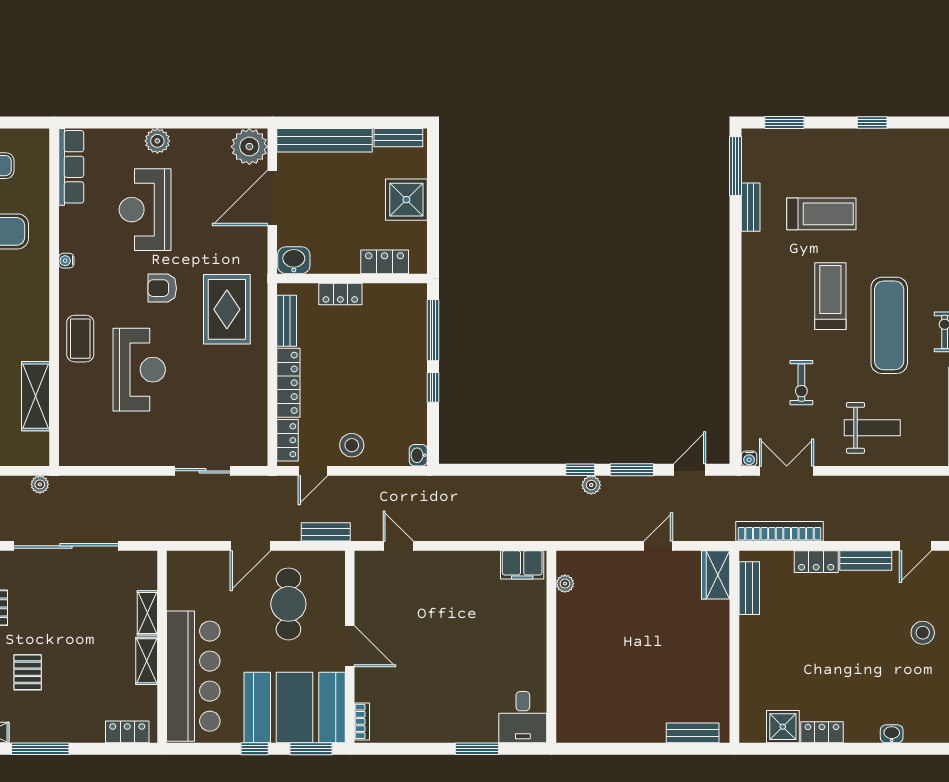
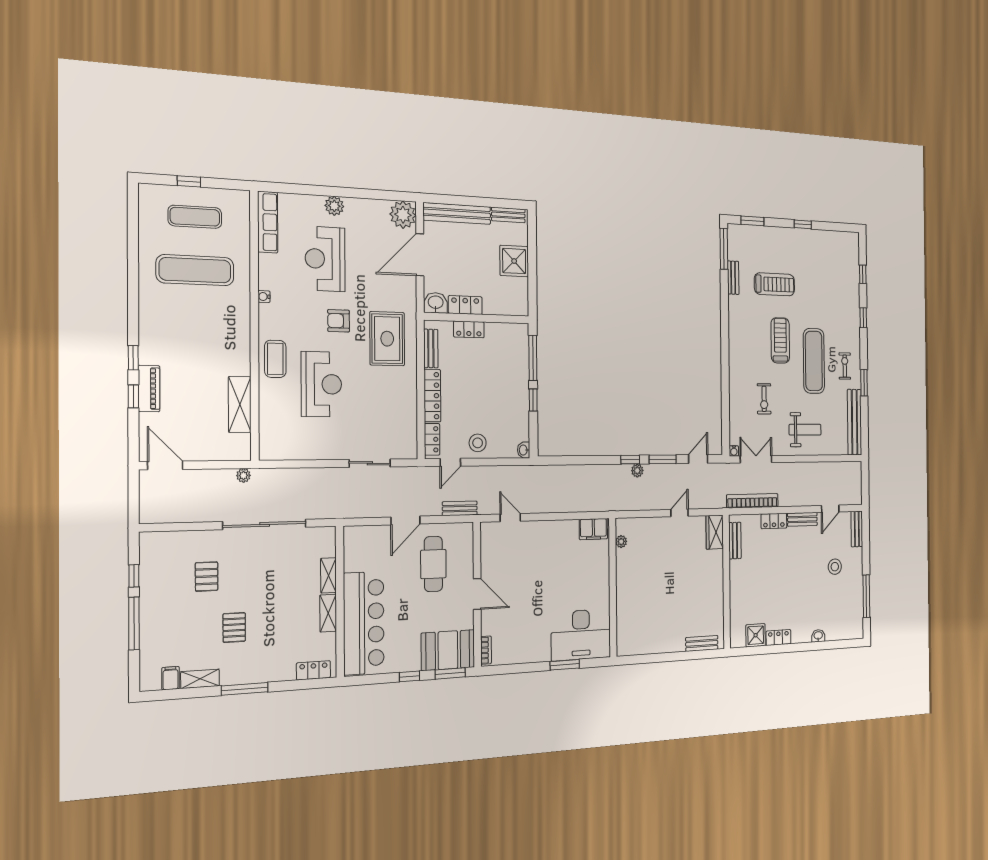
locker: (385, 262) -> (465, 305), moved
booth: (295, 708) -> (448, 650), width x0.73, depth x0.70
desk: (523, 717) -> (581, 635), width x1.87, depth x1.30

